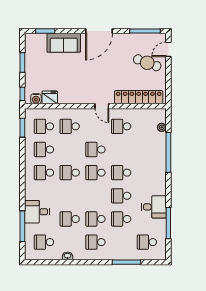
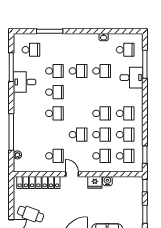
fridge: (50, 97) -> (95, 182), moved
water cooler: (36, 99) -> (107, 181), moved
school desk: (95, 173) -> (102, 135), moved
school desk: (95, 242) -> (78, 50), removed

